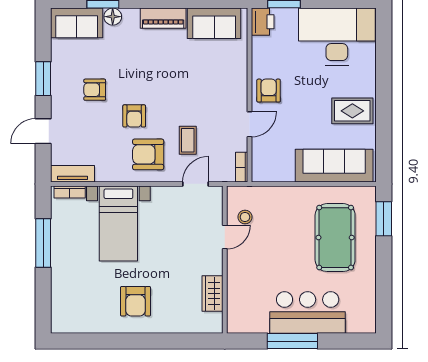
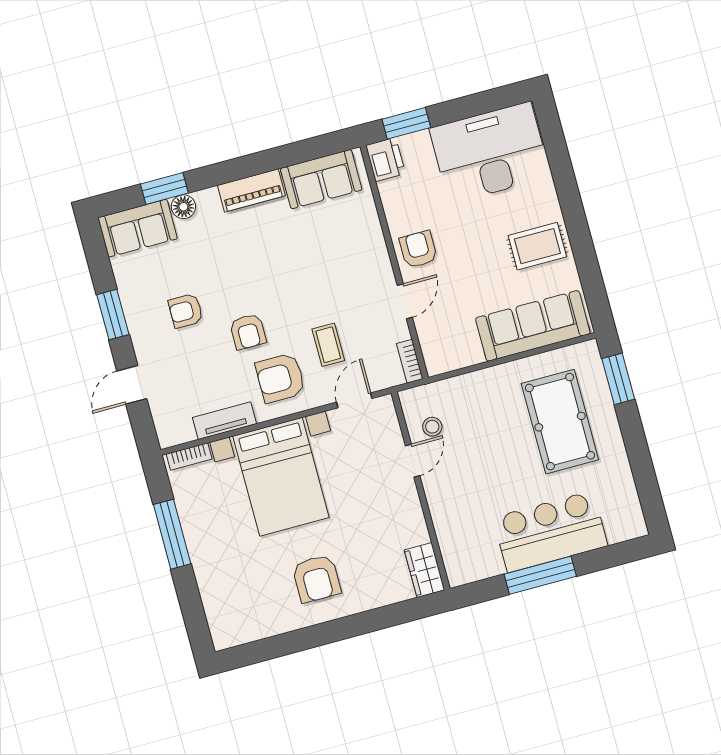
tv unit: (73, 174) -> (225, 421), moved
bed with nightstands: (118, 223) -> (281, 477), width x1.36
wardrobe: (213, 294) -> (424, 570), moved

